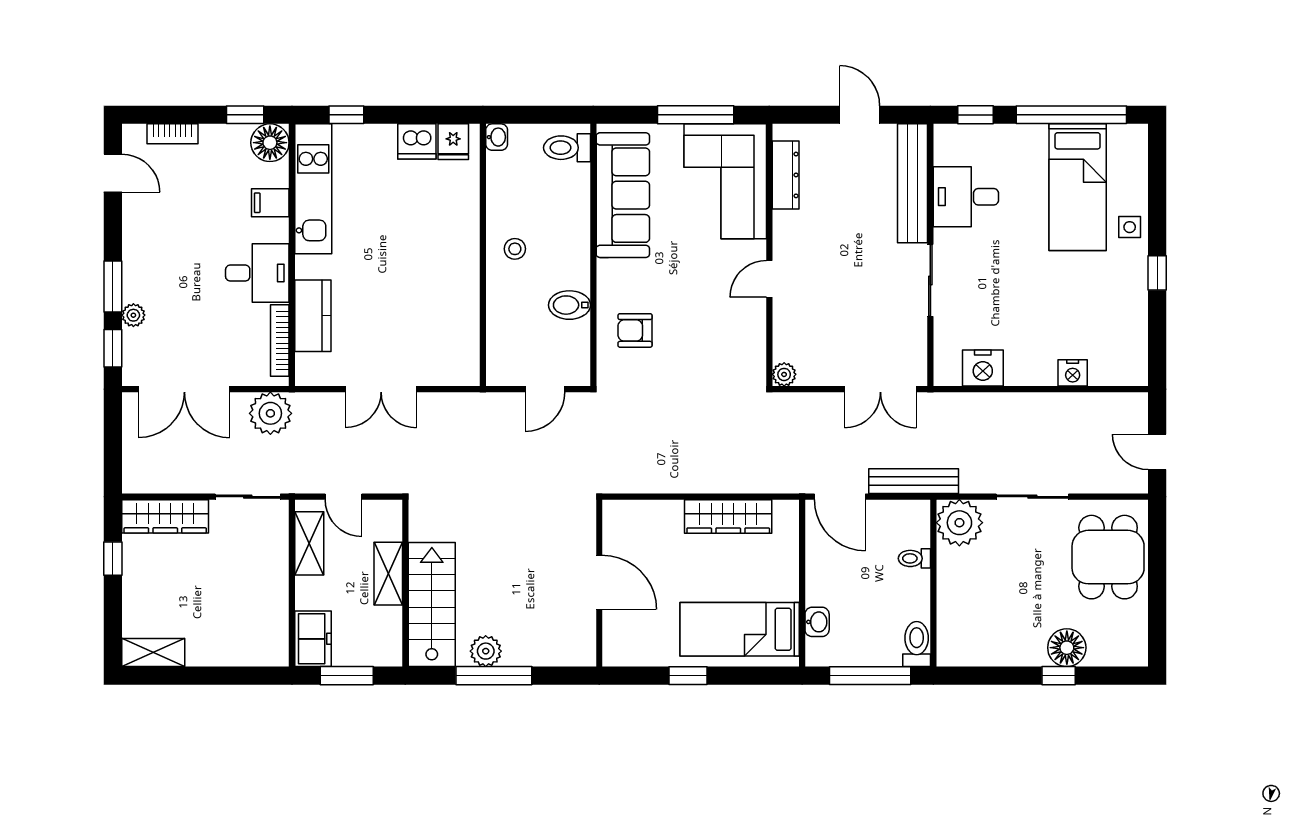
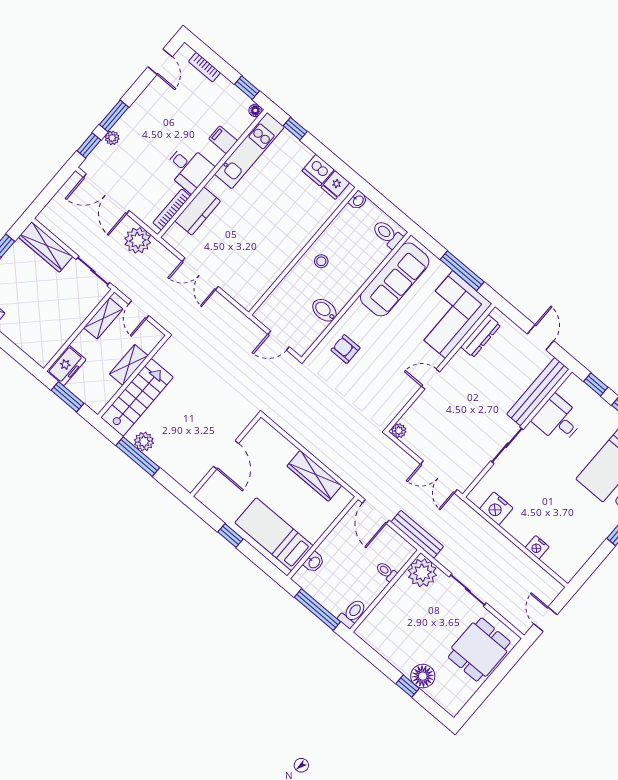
floor lamp: (270, 143) -> (255, 110), width x0.53, depth x0.53

